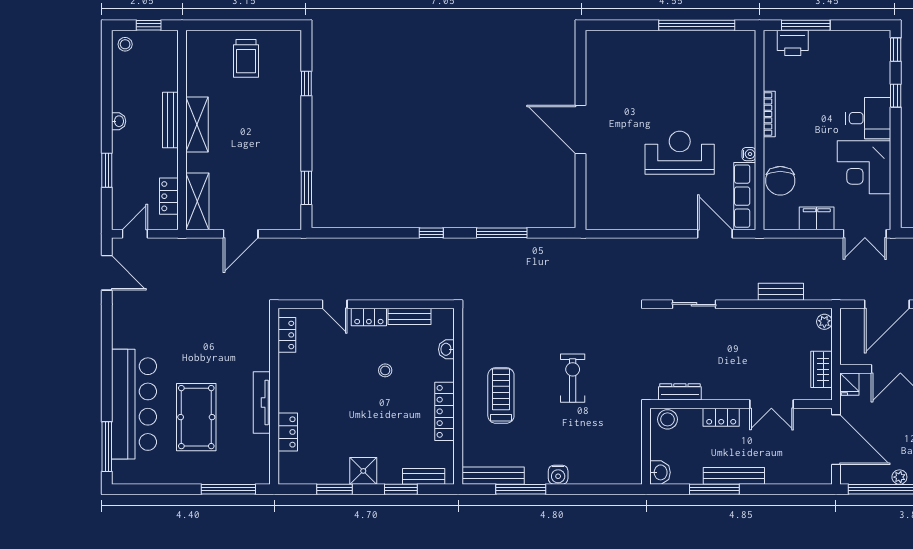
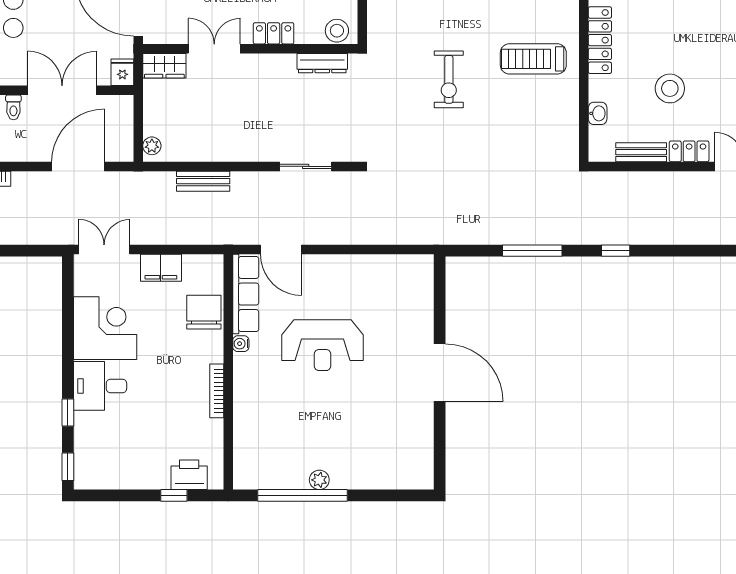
window: (806, 25) -> (174, 495), width x0.46
plant: (682, 39) -> (319, 480), added
wardrobe: (821, 369) -> (164, 66), moved, turned 90
stool: (385, 370) -> (670, 88), width x1.89, depth x1.89
treadmill: (501, 395) -> (533, 59), turned 90

